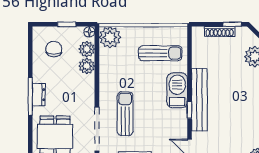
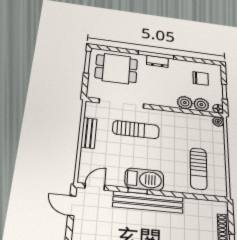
plant: (110, 37) -> (218, 122), width x0.53, depth x0.53
barbecue: (177, 90) -> (144, 179), moved

